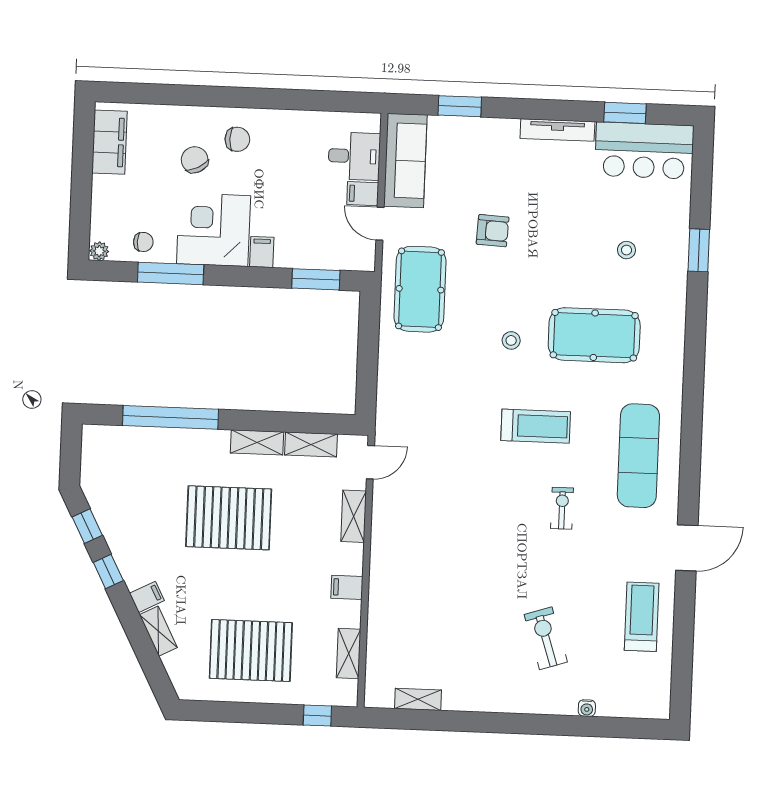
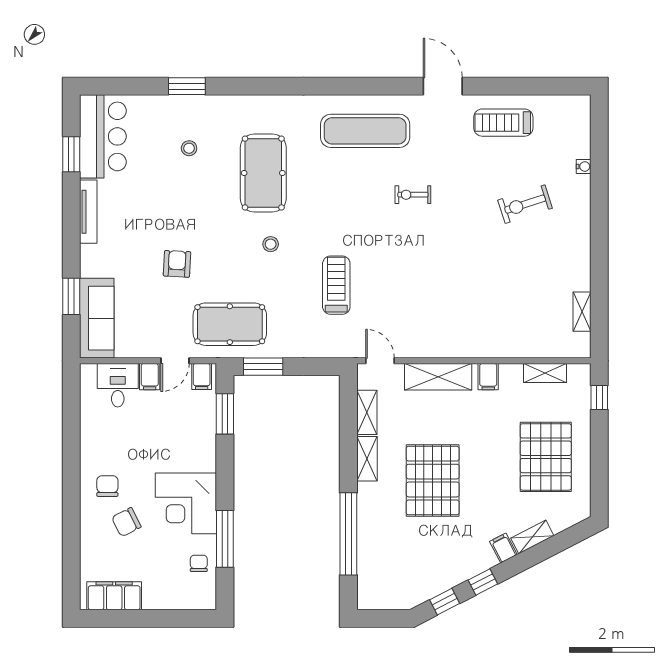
sofa: (405, 161) -> (97, 318), moved, turned 90
plant: (99, 251) -> (208, 601), removed
filing cabinet: (262, 252) -> (202, 376), moved, turned -90
window: (369, 326) -> (263, 367), added
treadmill: (536, 426) -> (336, 285), moved
shelving: (354, 516) -> (438, 377), width x1.50, depth x1.33

